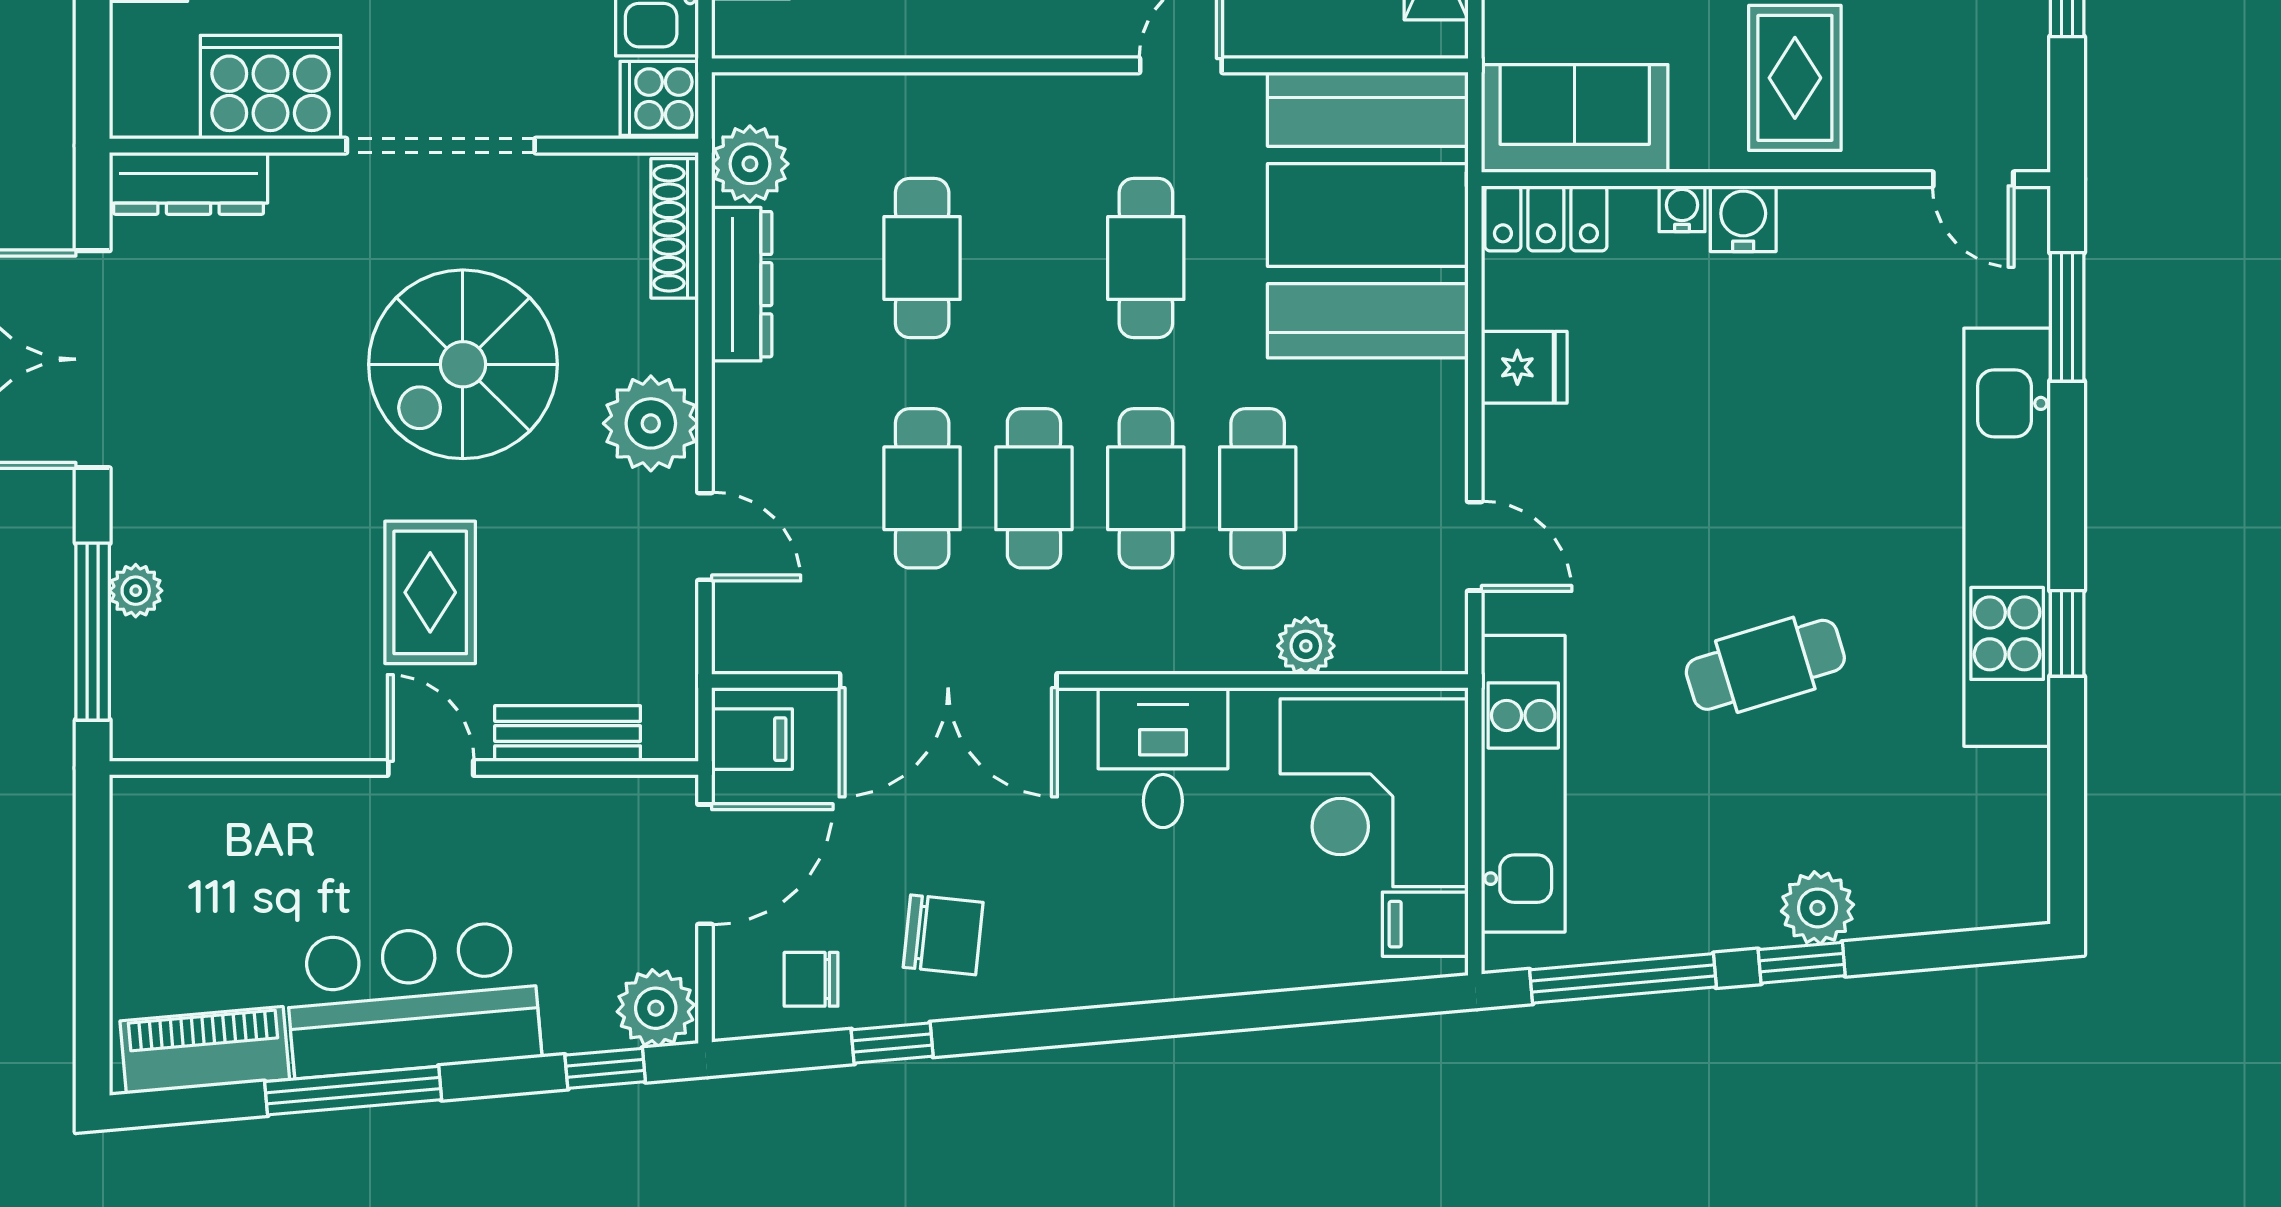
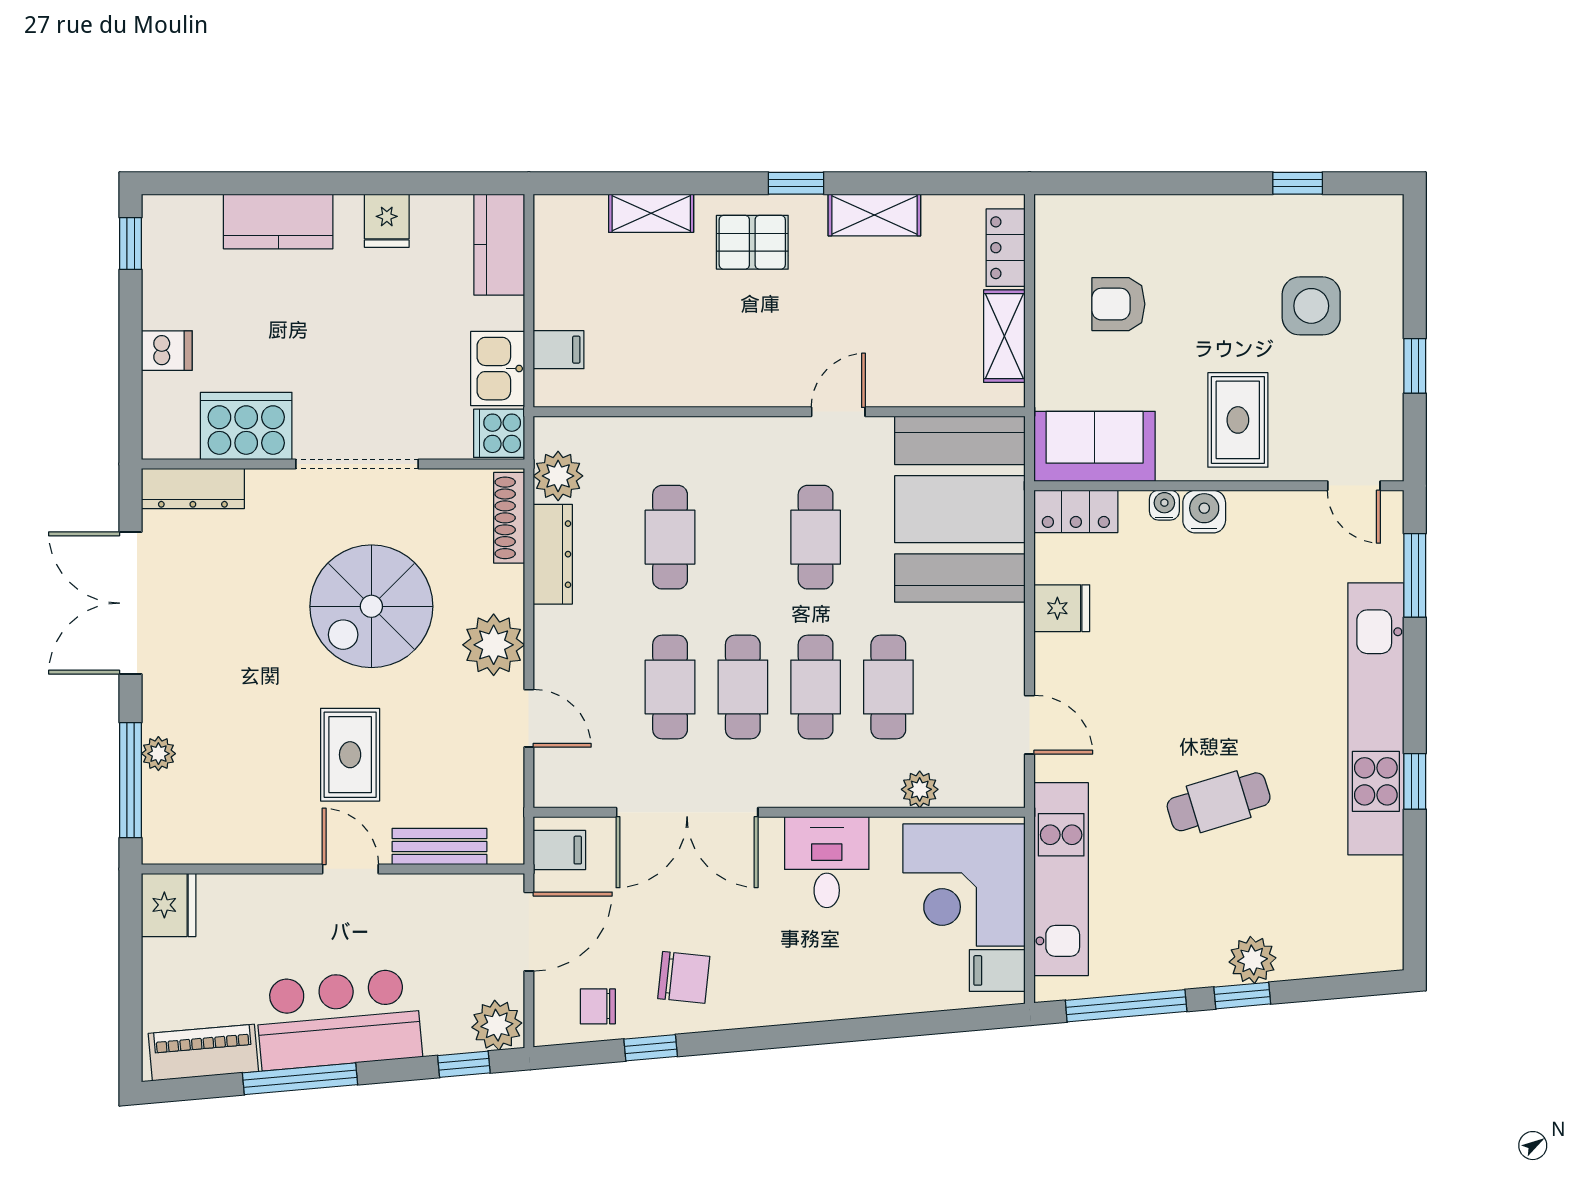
fridge: (151, 823) -> (169, 905), added

